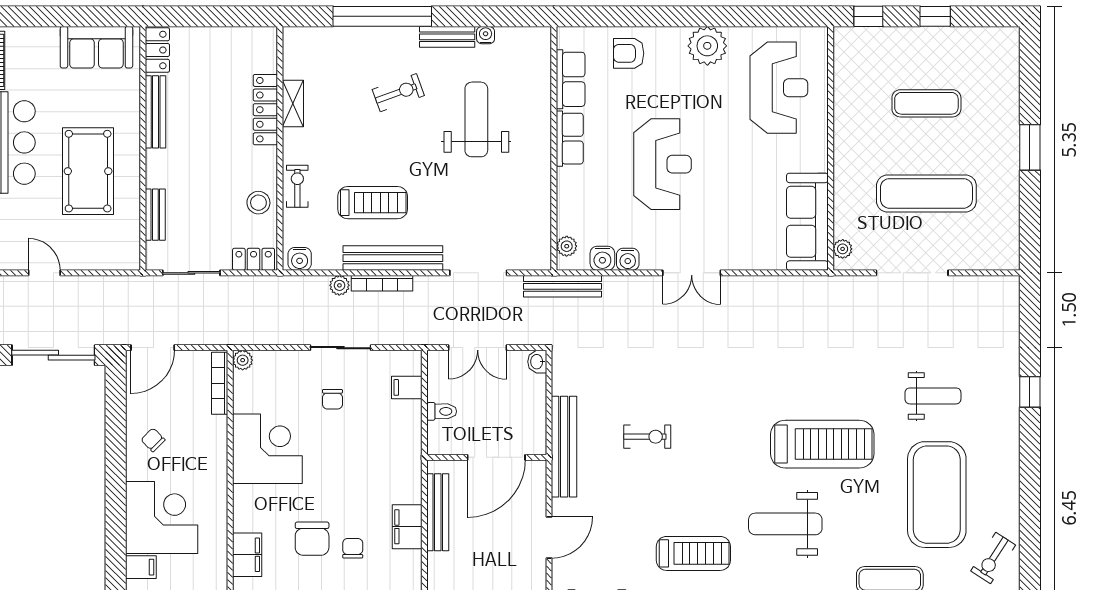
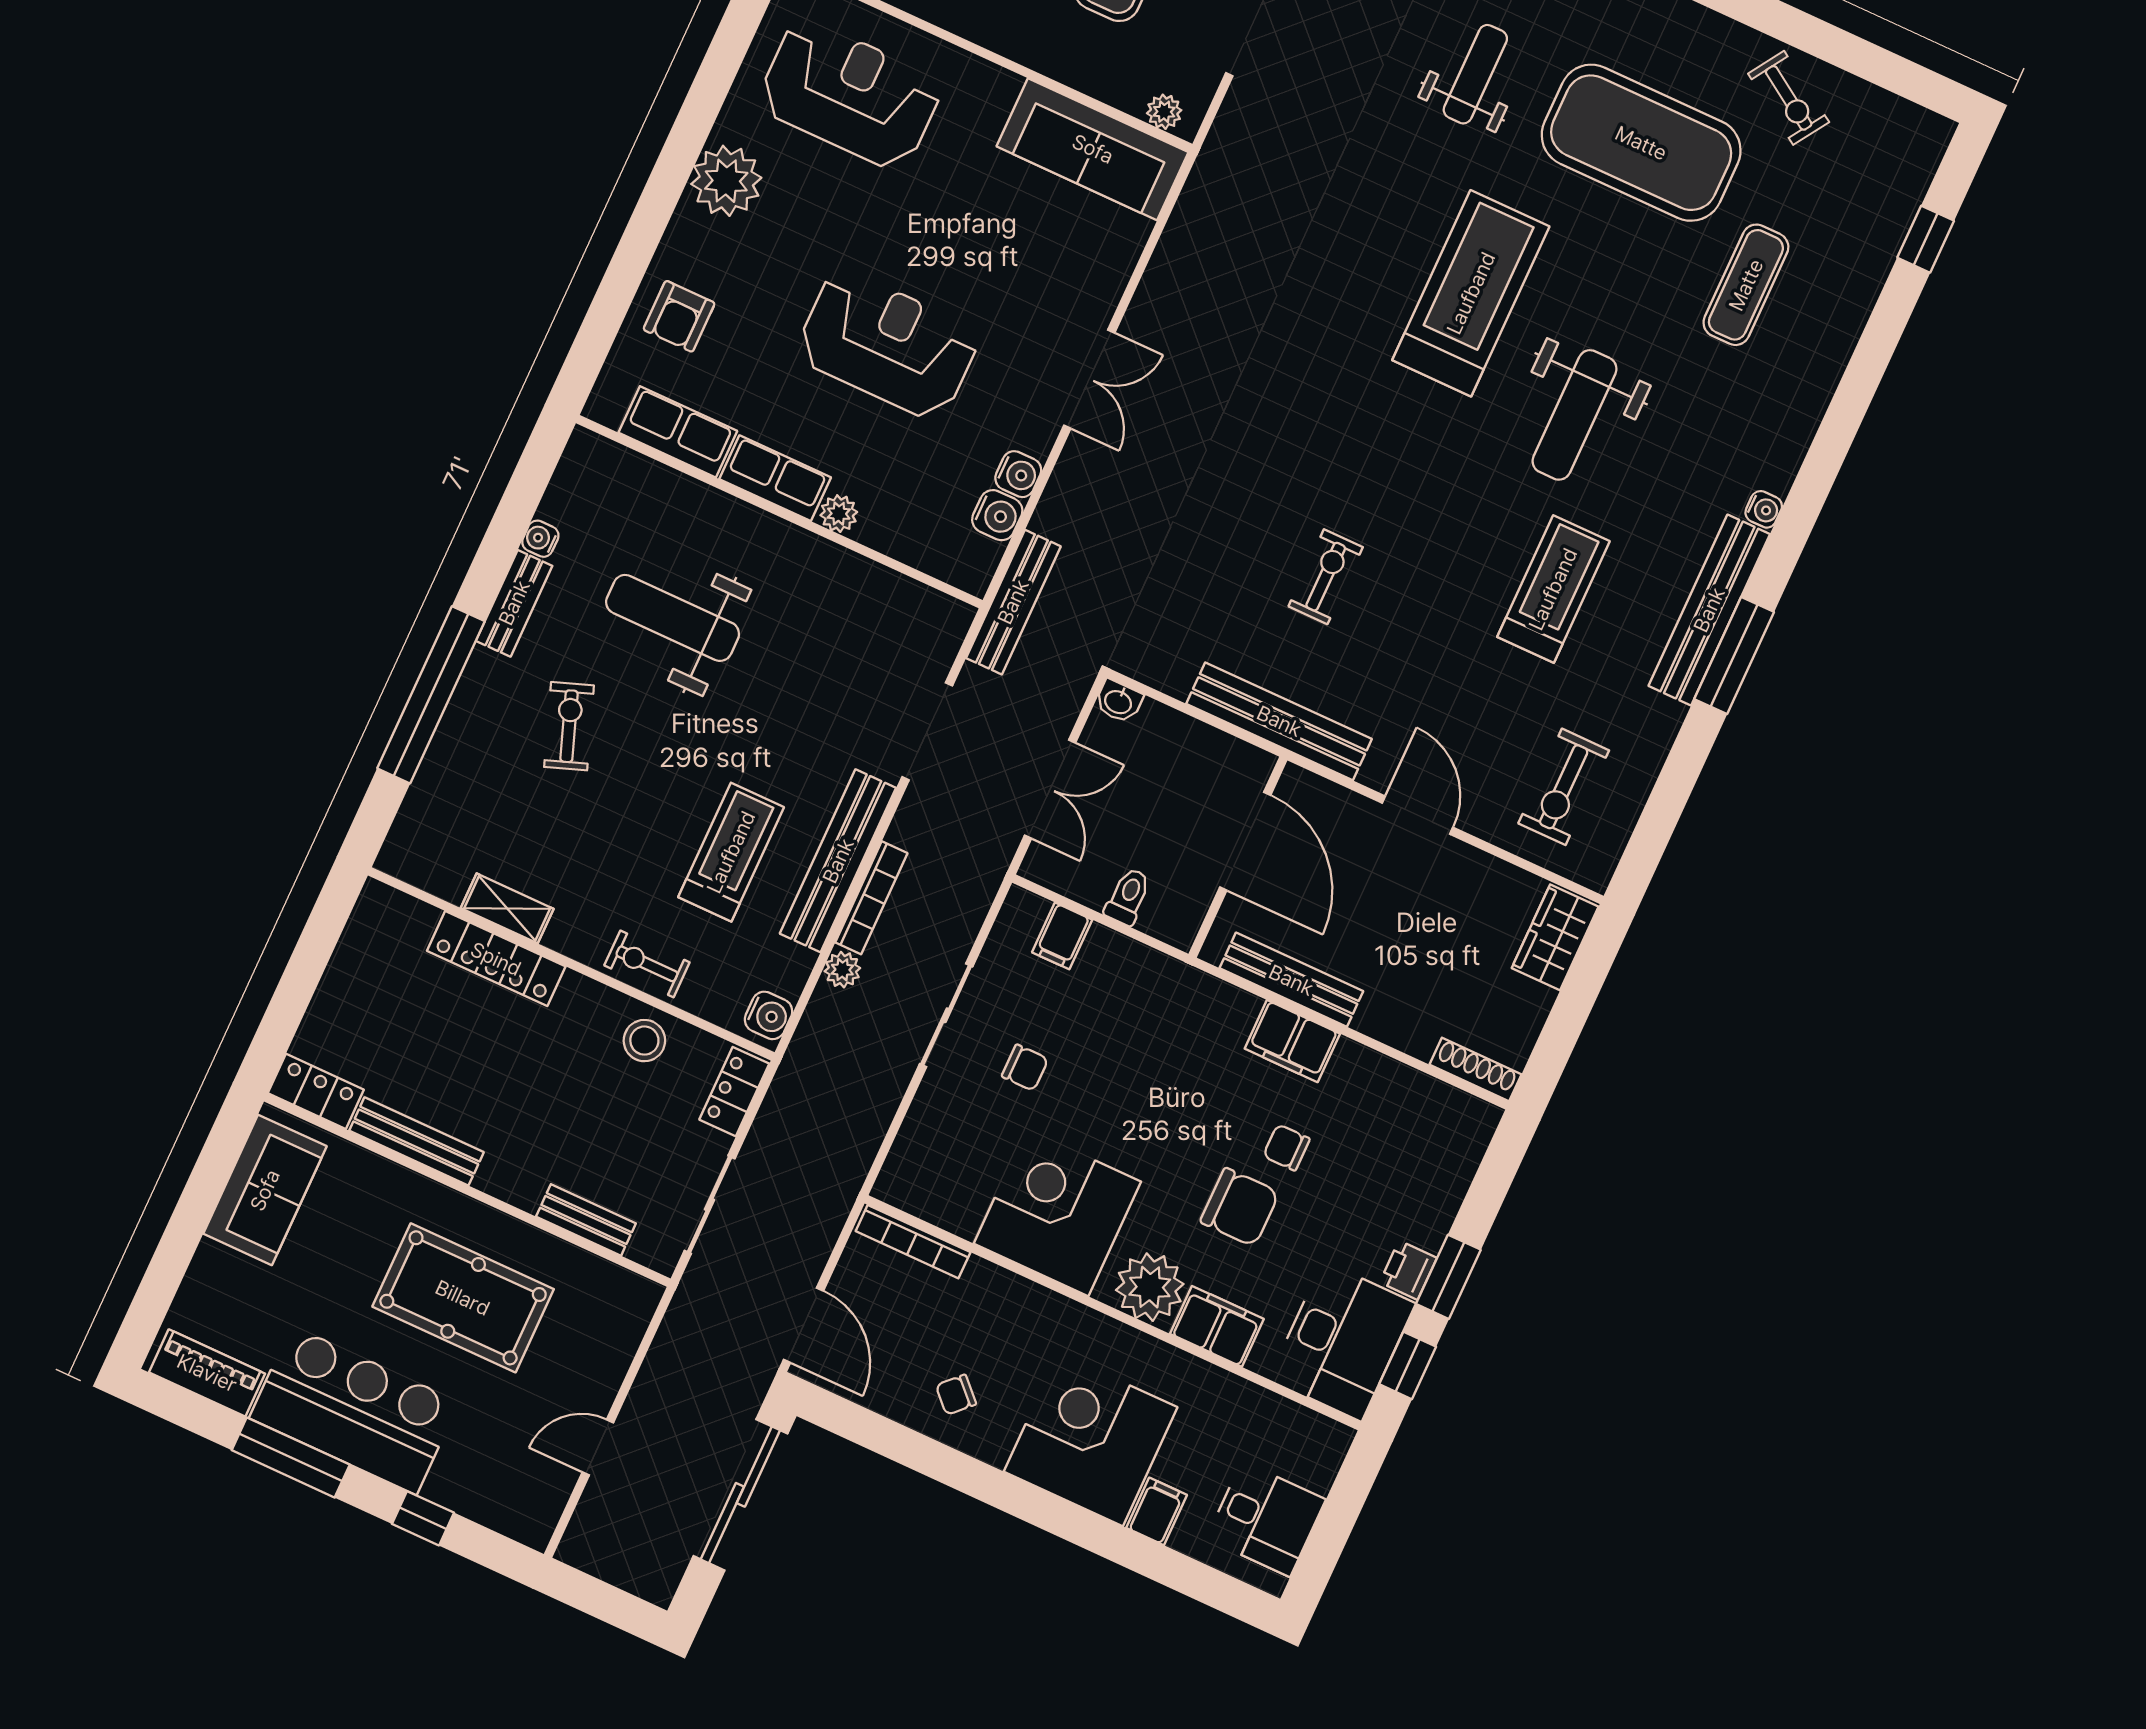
plant: (567, 246) -> (839, 514), moved
plant: (243, 360) -> (1150, 1287), moved, width x1.88, depth x1.88

